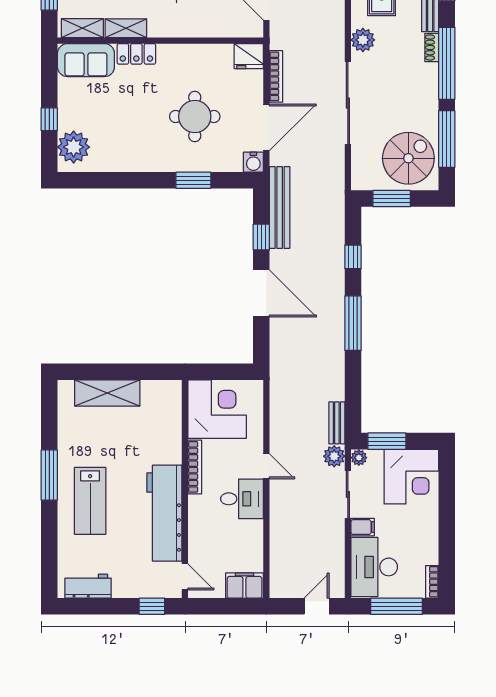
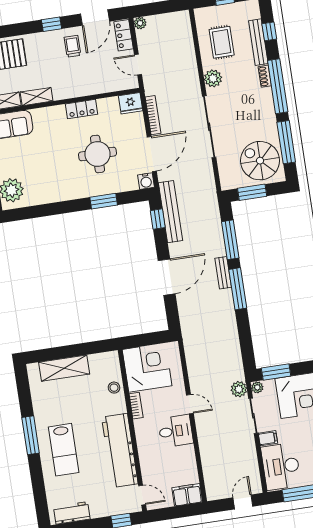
locker: (136, 54) -> (81, 109), moved
spiral stairs: (408, 158) -> (260, 161), turned -90
window: (261, 237) -> (158, 219), moved
window: (353, 257) -> (230, 240), width x2.17
door: (261, 293) -> (167, 277), hinge flipped
bench: (337, 423) -> (223, 273), moved
stool: (169, 429) -> (114, 388), added
bookcase: (195, 467) -> (136, 406), width x0.64

